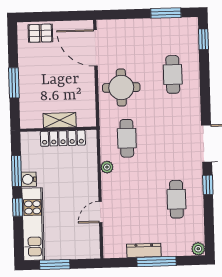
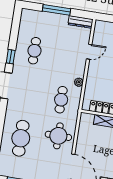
cafe table: (173, 74) -> (21, 138), width x1.37, depth x1.35
plant: (198, 249) -> (26, 13), removed
dresser: (144, 250) -> (80, 22), moved

